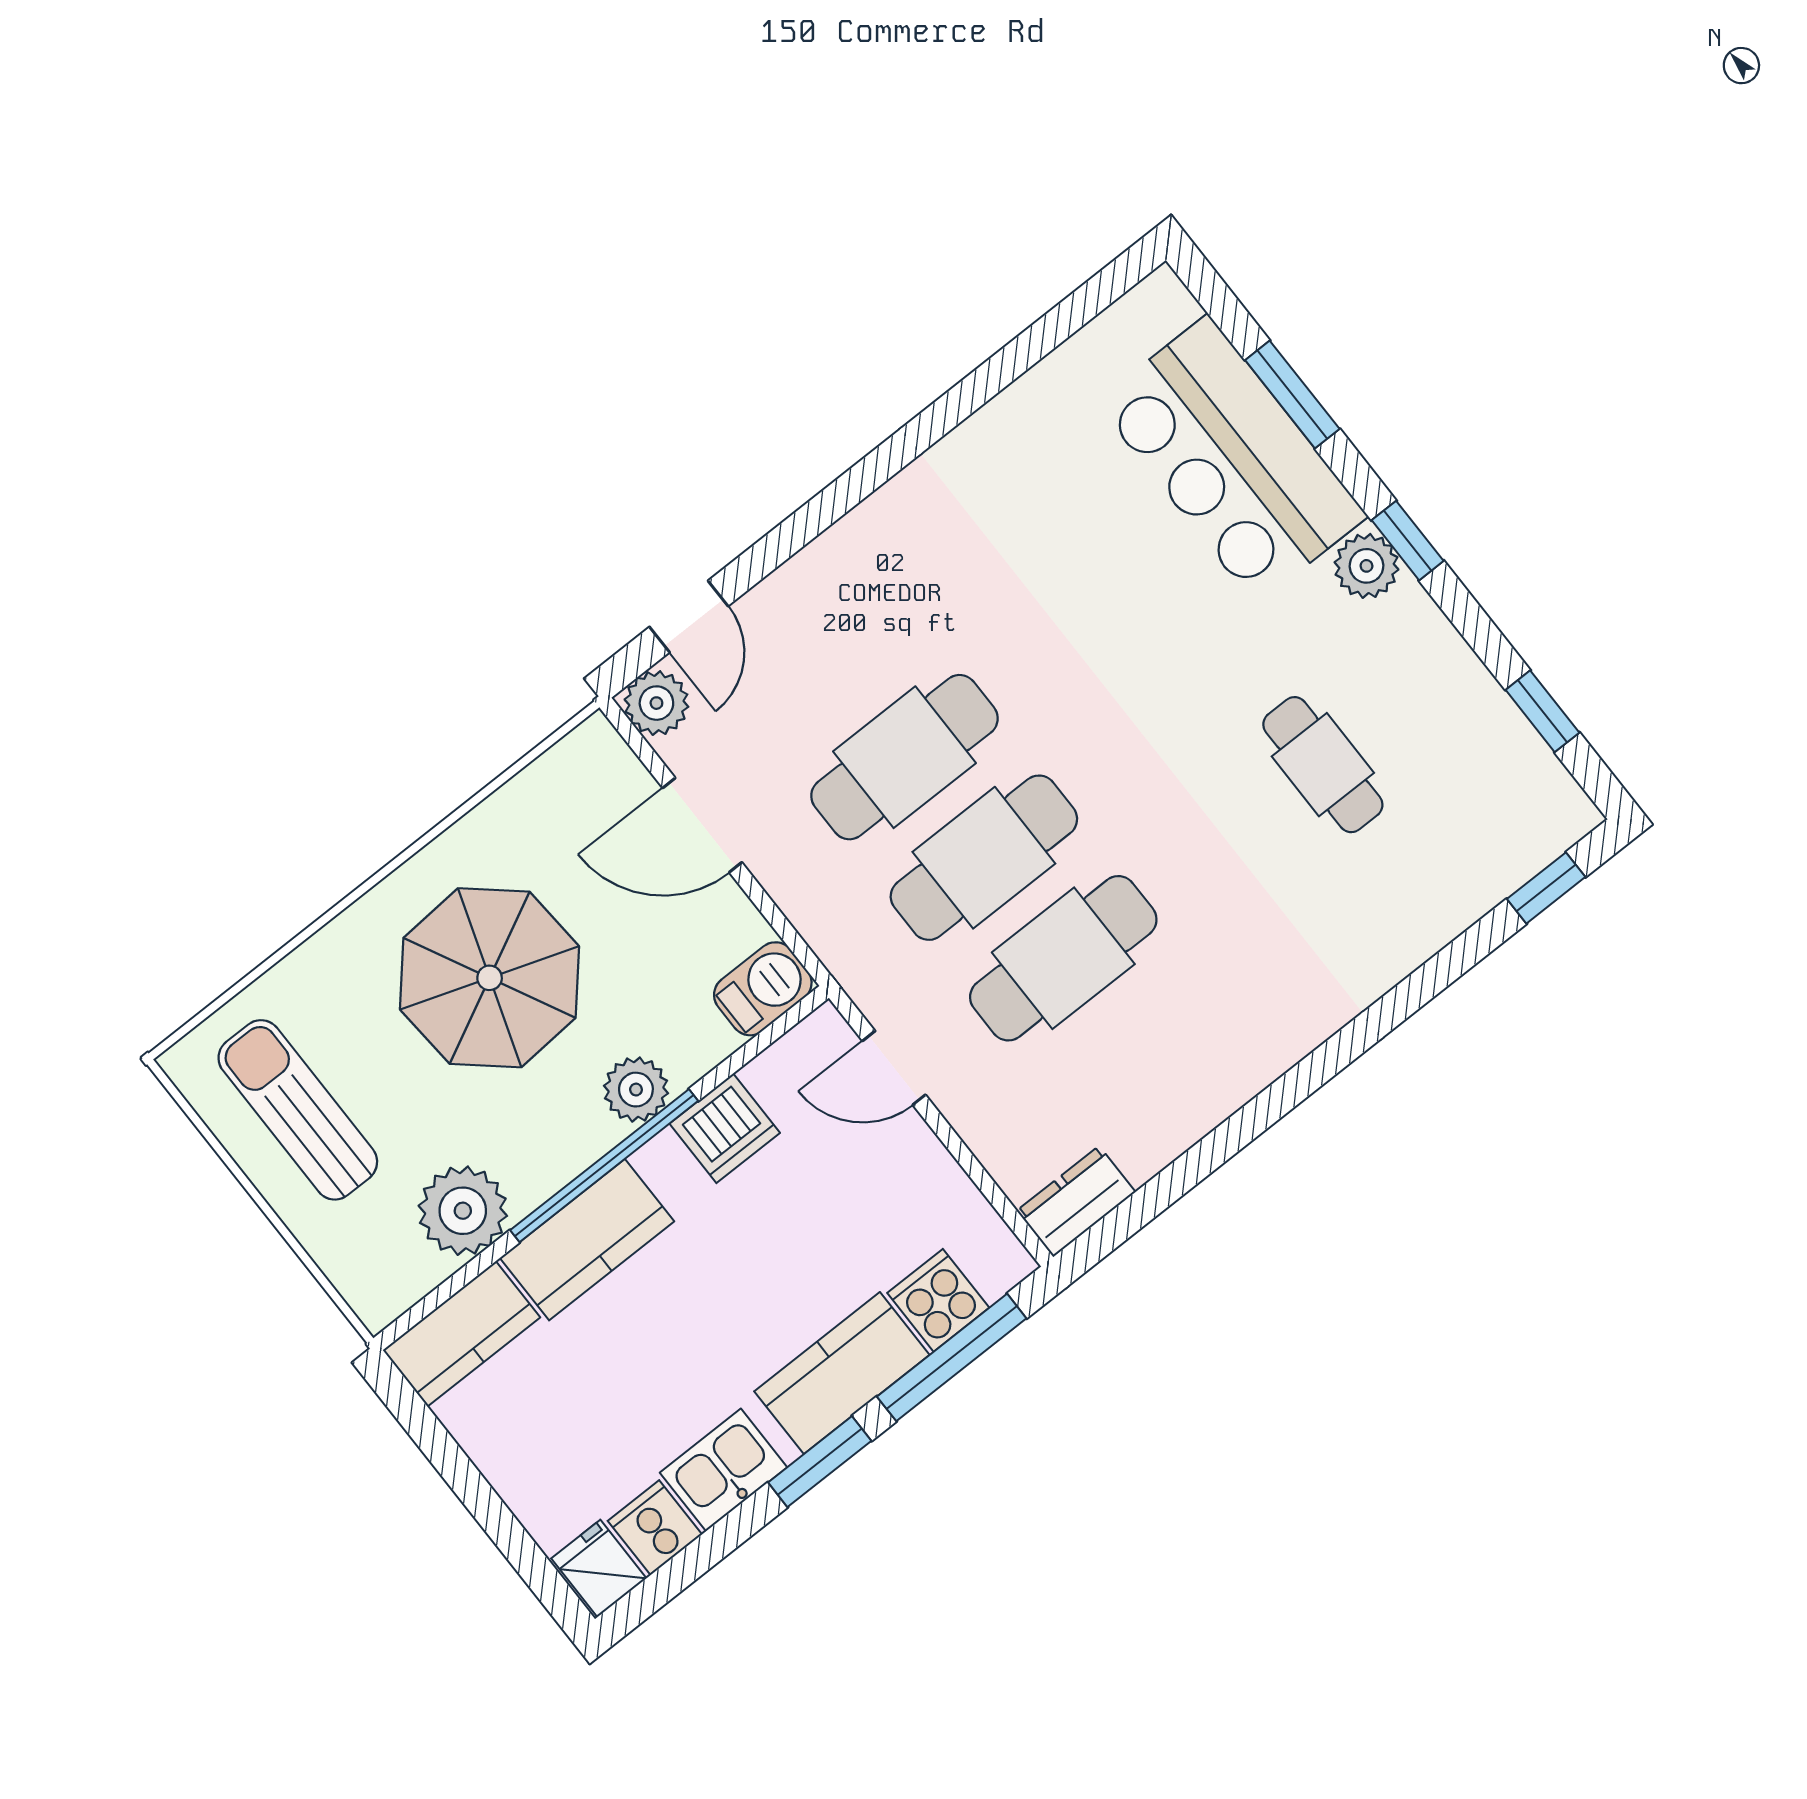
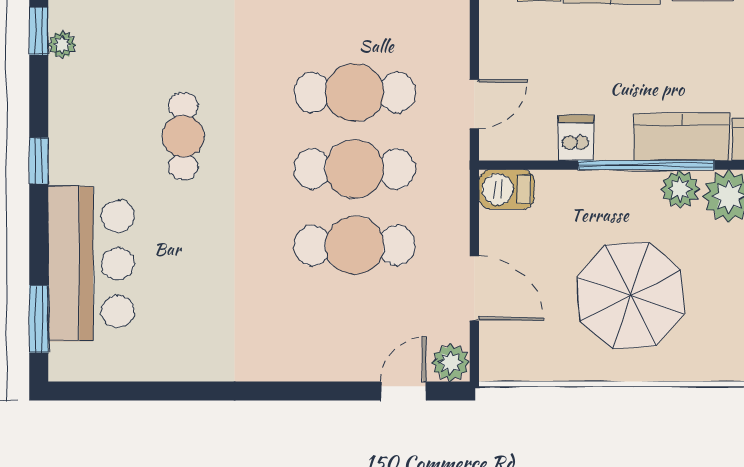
window: (1292, 394) -> (39, 319), moved
plant: (1366, 566) -> (62, 45), moved, width x0.73, depth x0.73
cafe table: (1323, 765) -> (183, 136), moved
door: (894, 1068) -> (474, 104), hinge flipped
plant: (636, 1090) -> (680, 189), moved
dishwasher: (725, 1128) -> (576, 138), width x0.73

